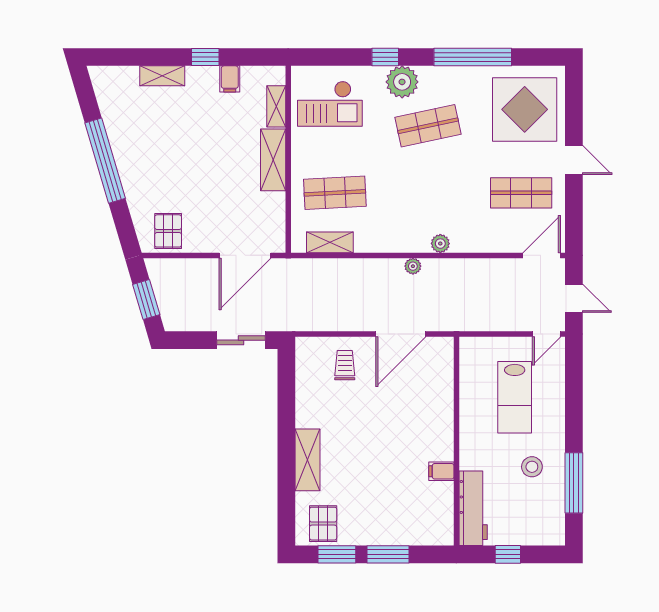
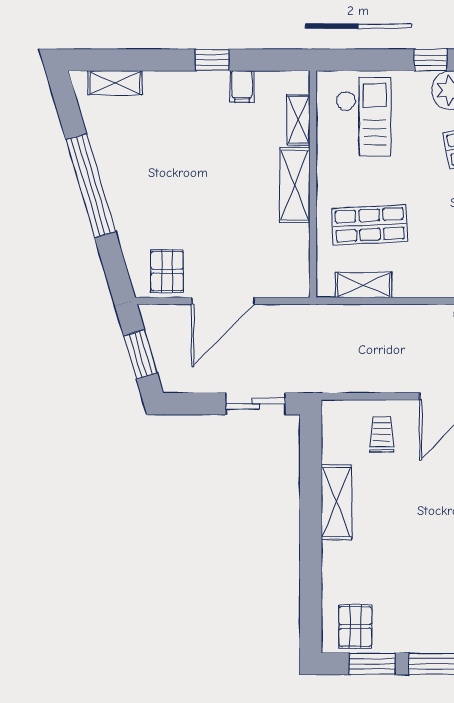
shelving: (162, 76) -> (115, 83), moved
checkout: (330, 104) -> (364, 117), turned -90
door: (245, 255) -> (223, 301), moved
shelving: (308, 460) -> (336, 502), moved

